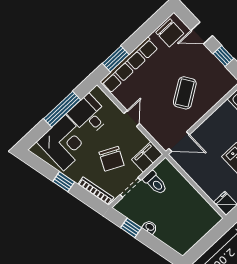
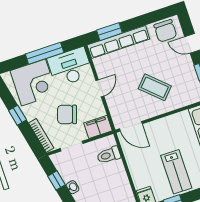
coffee table: (185, 93) -> (155, 87), turned 76
desk: (89, 115) -> (70, 67), width x1.37
chair: (112, 159) -> (67, 114), turned 82
toilet: (155, 183) -> (109, 155), moved, turned 90

